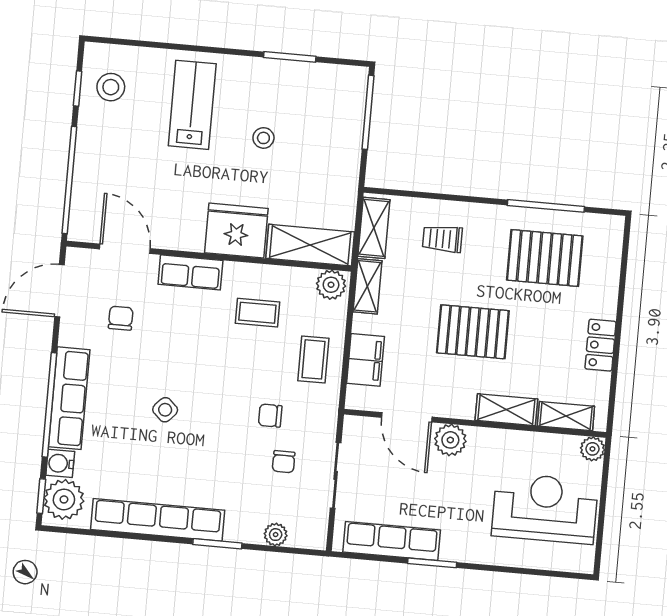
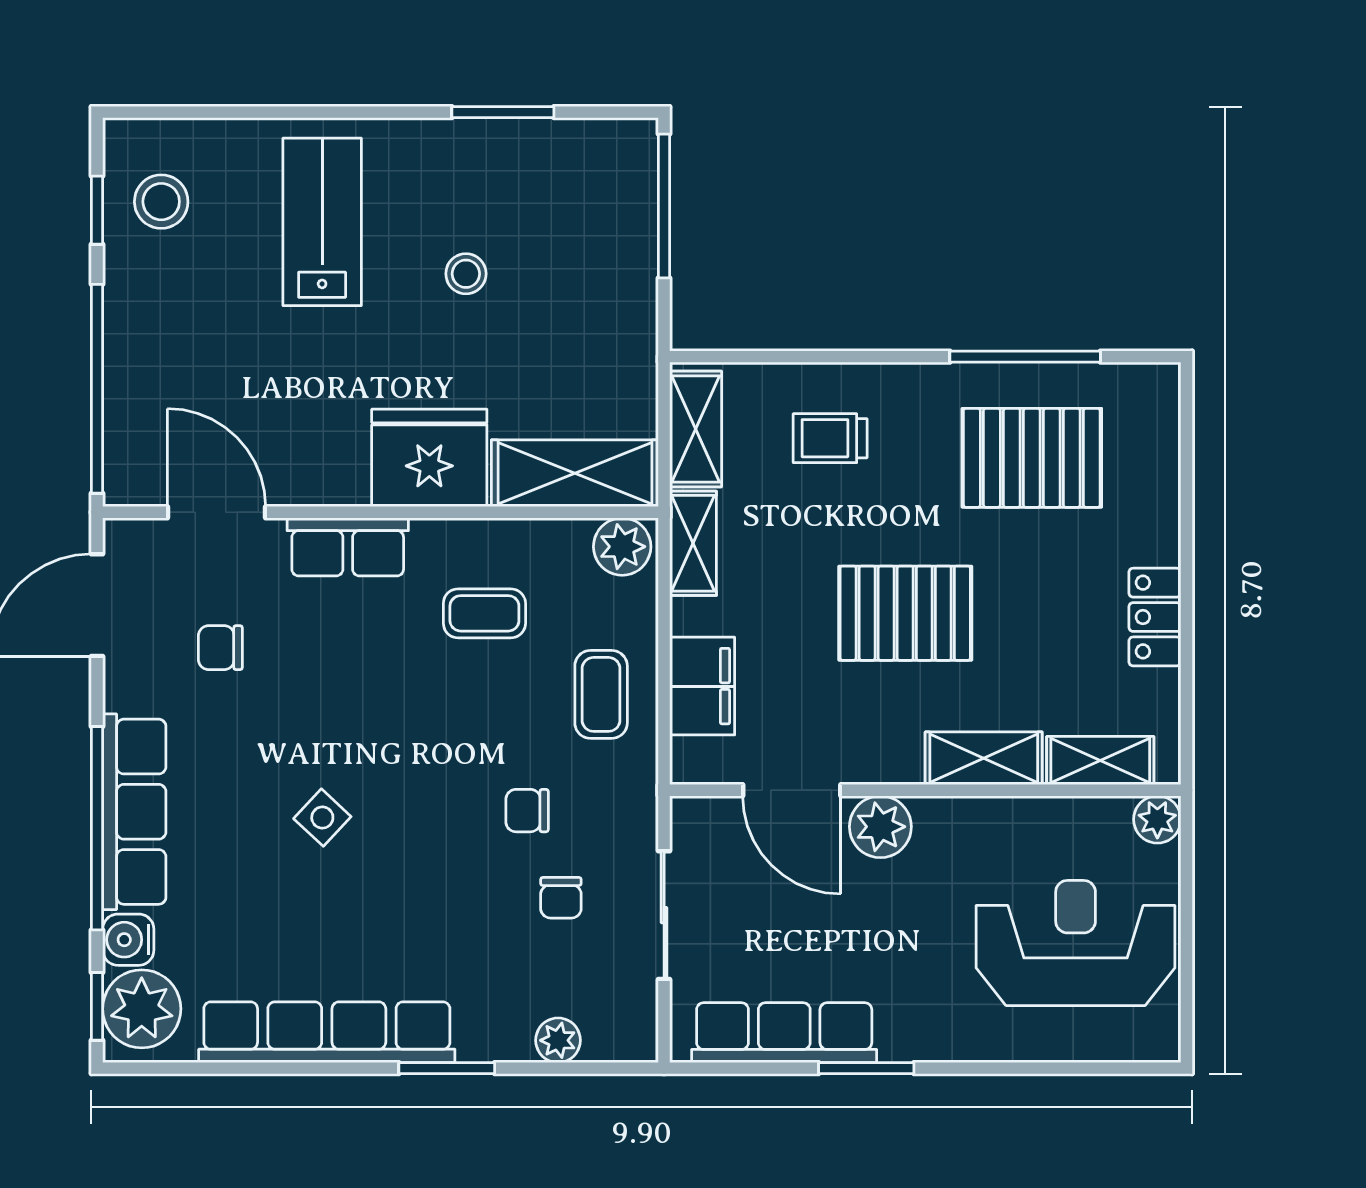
chair: (121, 318) -> (220, 648), turned -90

